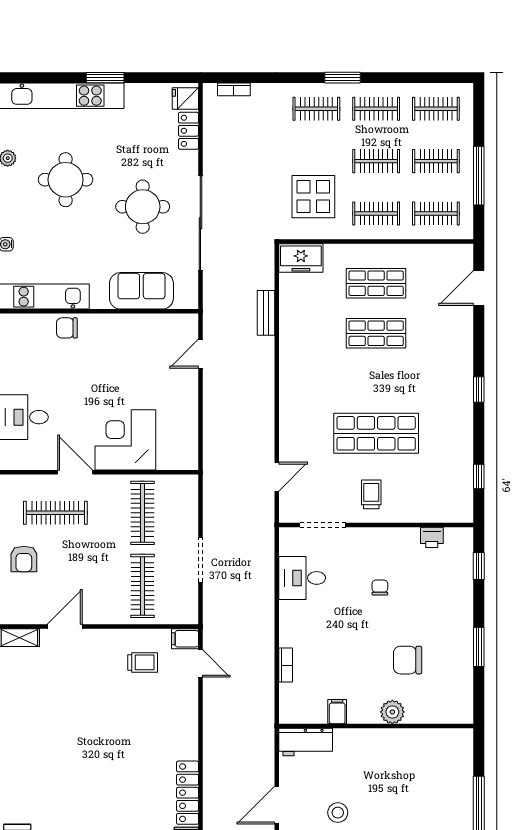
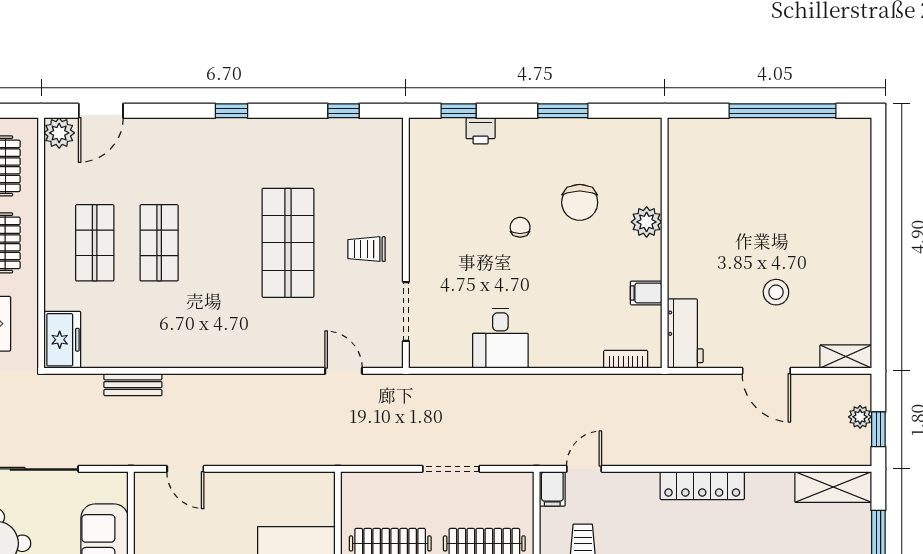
plant: (461, 256) -> (59, 133), added
door: (479, 288) -> (101, 111), hinge flipped
printer: (432, 537) -> (481, 131), moved, turned 90
desk: (302, 578) -> (500, 338), moved
chair: (380, 588) -> (520, 227), moved, turned 90
bookcase: (286, 665) -> (626, 359), moved
locker: (188, 793) -> (702, 486), moved

